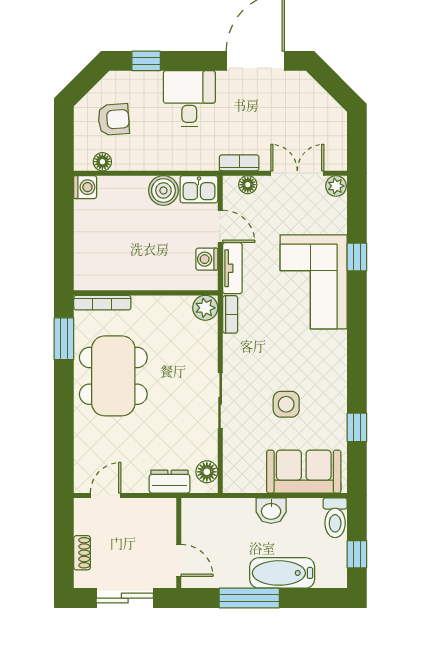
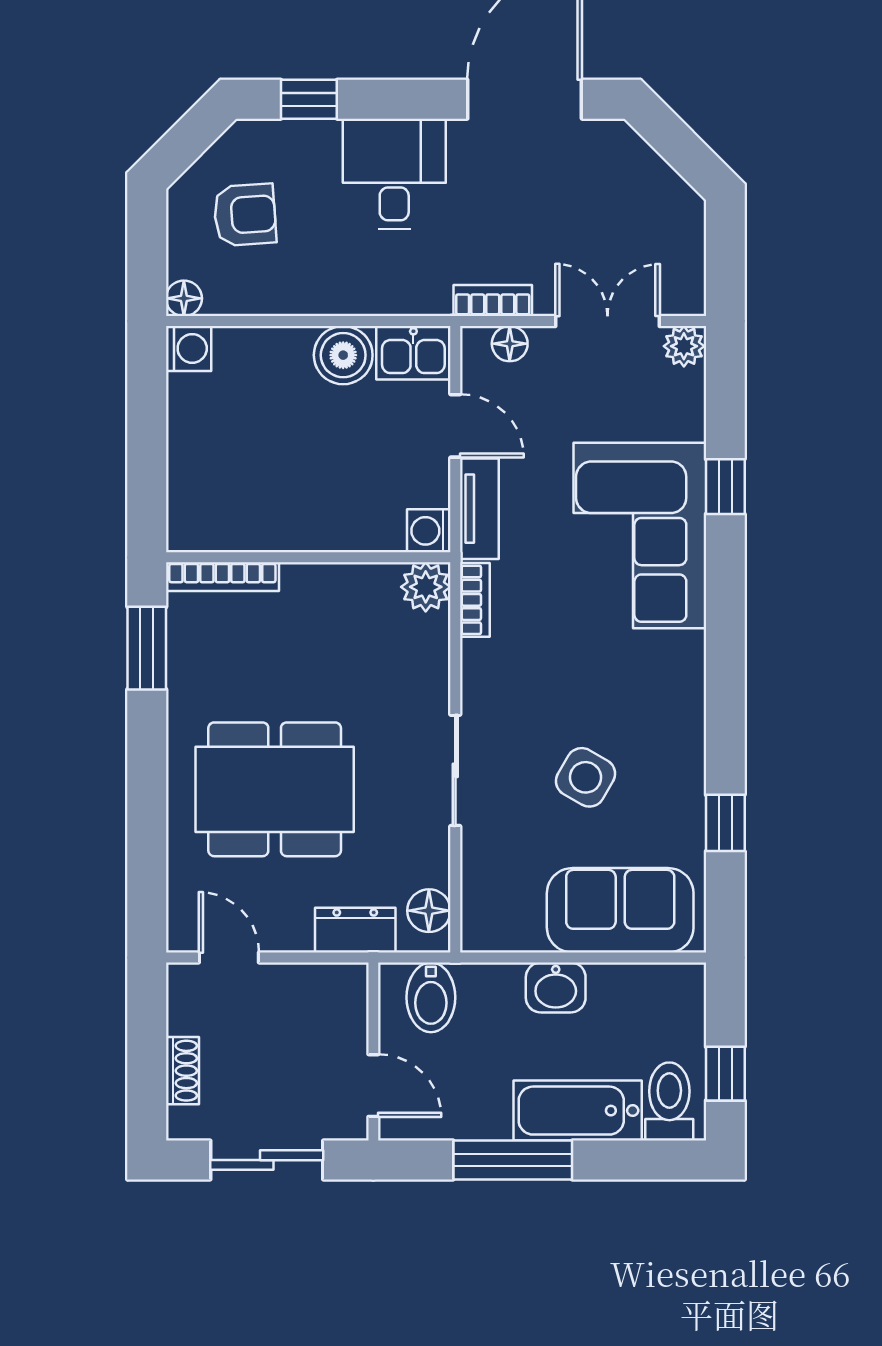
floor lamp: (102, 162) -> (184, 298), moved
washing machine: (207, 259) -> (429, 531), moved
dining table: (113, 376) -> (275, 789), moved, turned 90
side table: (286, 404) -> (586, 777), turned 30
door: (106, 495) -> (229, 958), hinge flipped
bidet: (208, 516) -> (431, 997), added
toilet: (335, 518) -> (669, 1101), moved, turned 180

